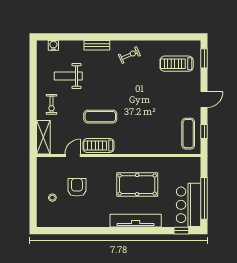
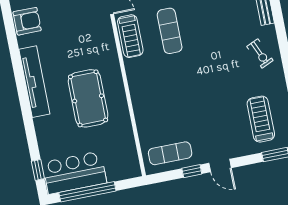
window: (204, 131) -> (192, 171), moved
treadmill: (99, 145) -> (130, 36), turned 180
armchair: (77, 187) -> (27, 21), moved
tv unit: (136, 221) -> (34, 82), moved

